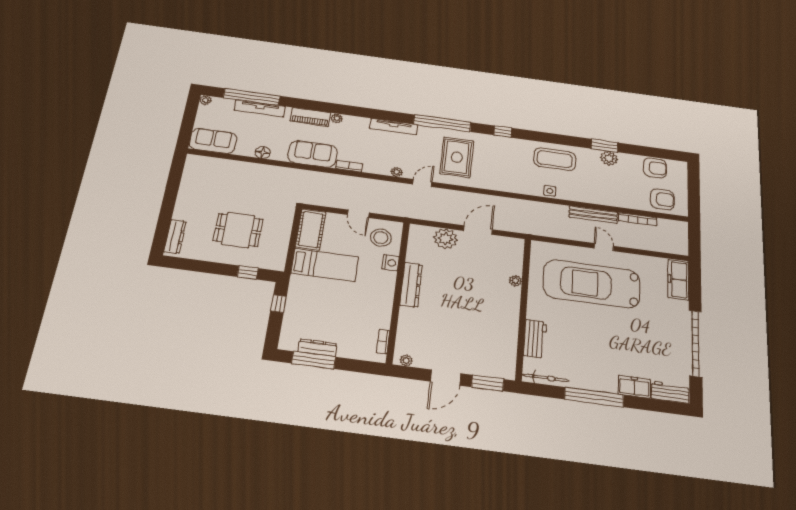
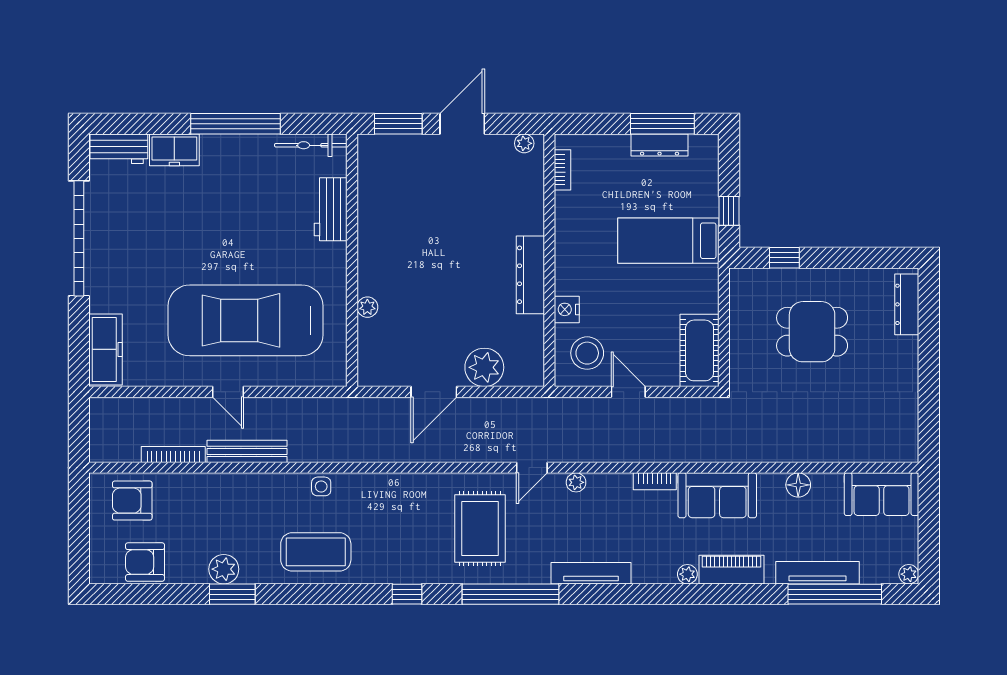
bed: (325, 265) -> (668, 241), moved
car: (592, 284) -> (246, 320), turned 180

